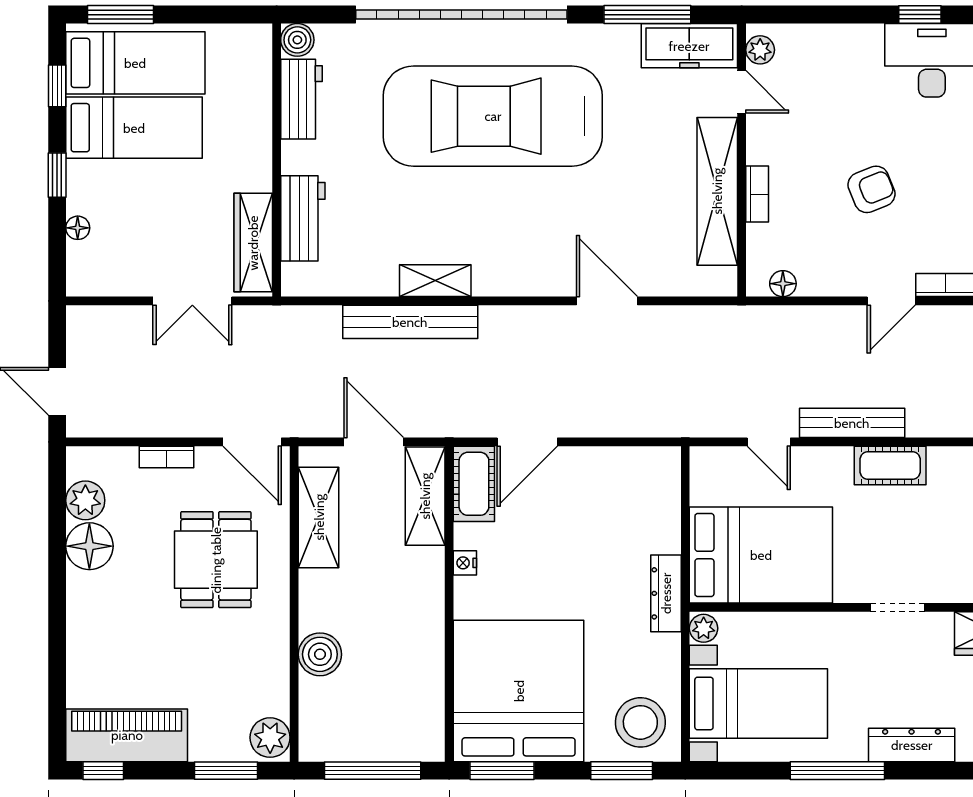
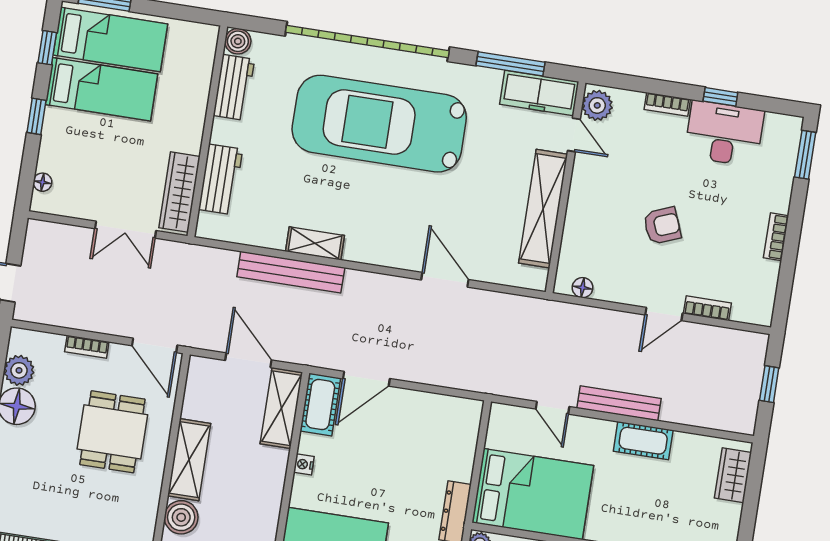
plant: (760, 50) -> (597, 105), width x1.38, depth x1.38
bookcase: (757, 194) -> (667, 104), moved, turned 90
floor lamp: (78, 228) -> (42, 182), moved
shelving: (319, 517) -> (189, 460), moved

